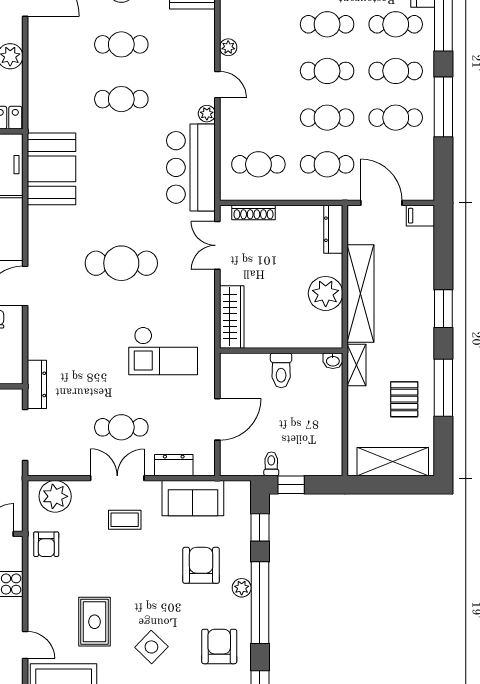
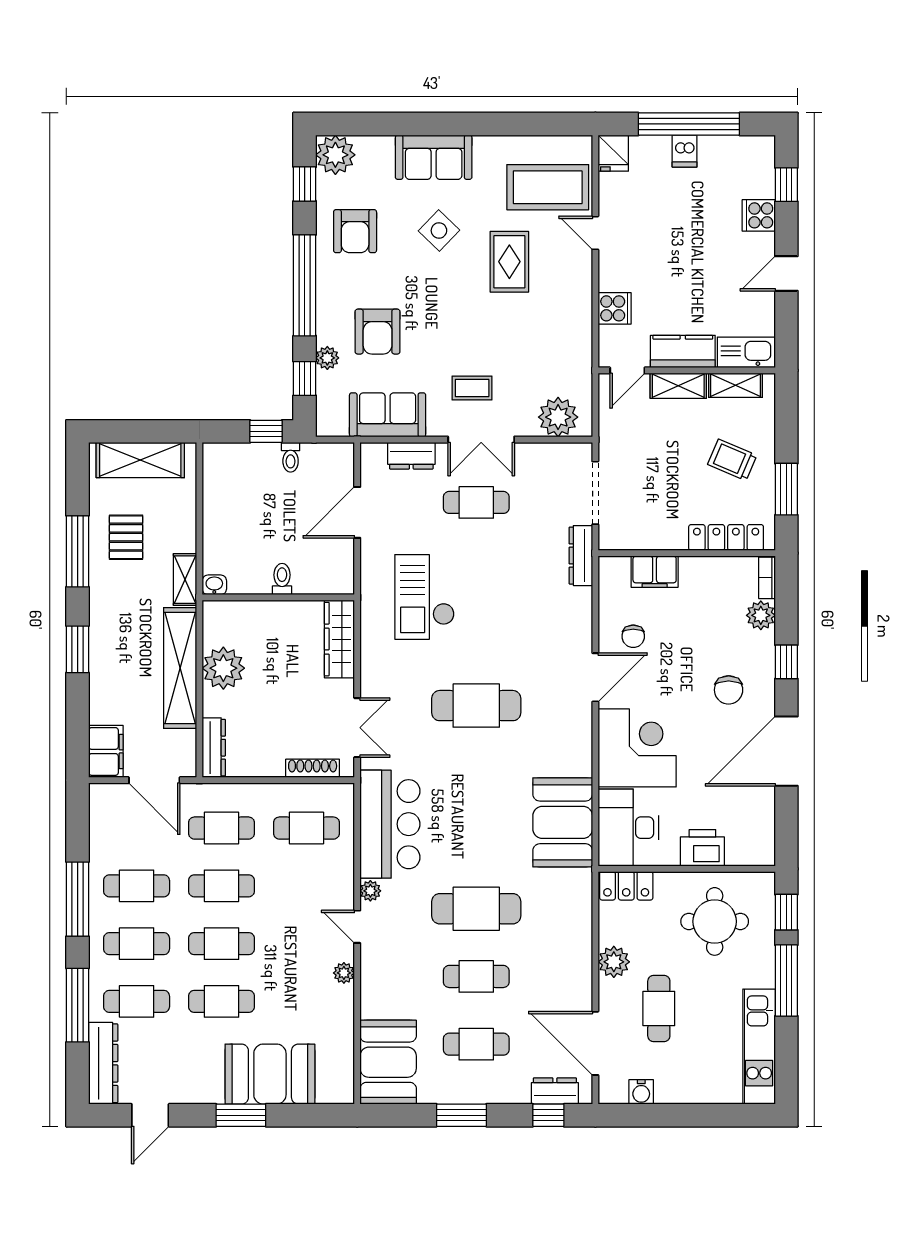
cafe table: (121, 99) -> (476, 909), width x1.37, depth x1.35
filing cabinet: (420, 216) -> (106, 751), width x2.00
checkout: (163, 351) -> (425, 597), turned -90
toilet: (281, 370) -> (282, 579), width x0.73, depth x0.72
armchair: (46, 544) -> (569, 358), removed
plant: (242, 588) -> (327, 358), moved

